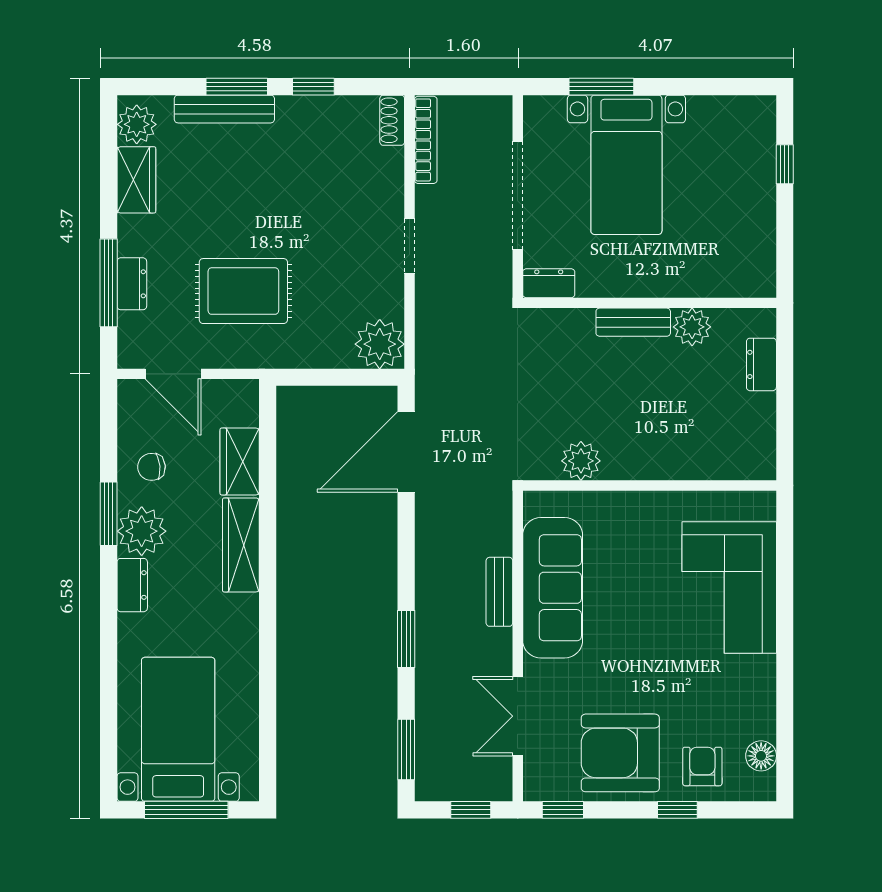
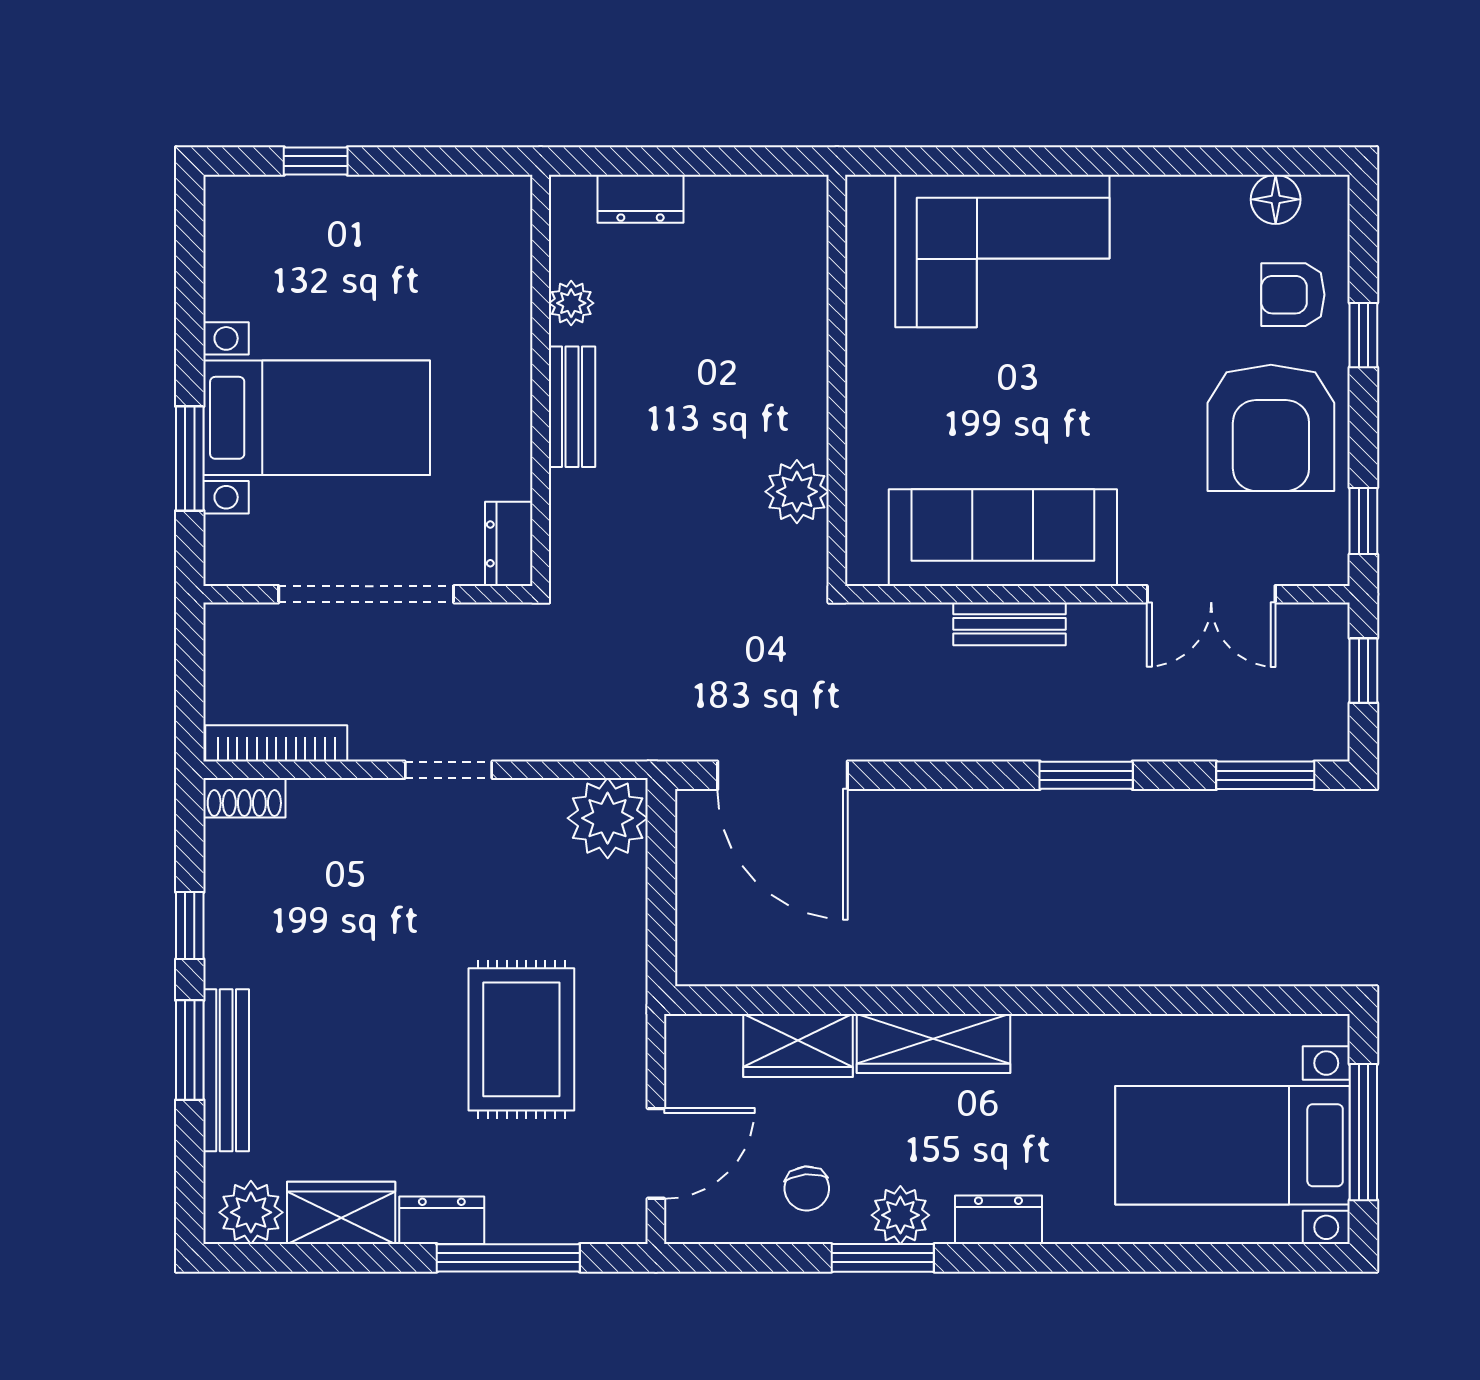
dresser: (132, 284) -> (442, 1220), moved
plant: (692, 327) -> (571, 303), width x0.73, depth x0.73
plant: (142, 531) -> (900, 1215), width x0.73, depth x0.73

